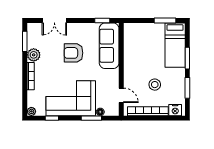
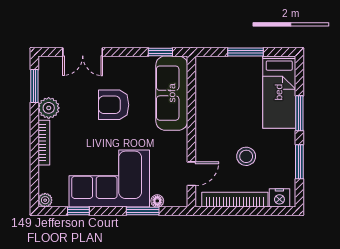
window: (165, 21) -> (245, 52), moved
door: (121, 95) -> (191, 174), hinge flipped

